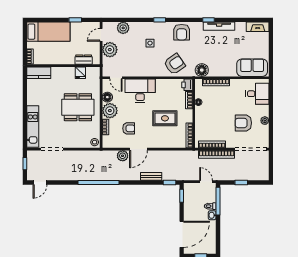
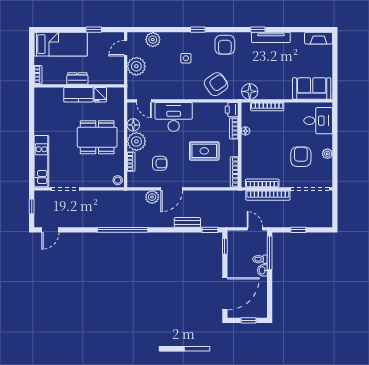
dresser: (84, 60) -> (77, 79), moved
kitchen counter: (39, 73) -> (78, 95), moved
armchair: (243, 123) -> (301, 157), turned 90

